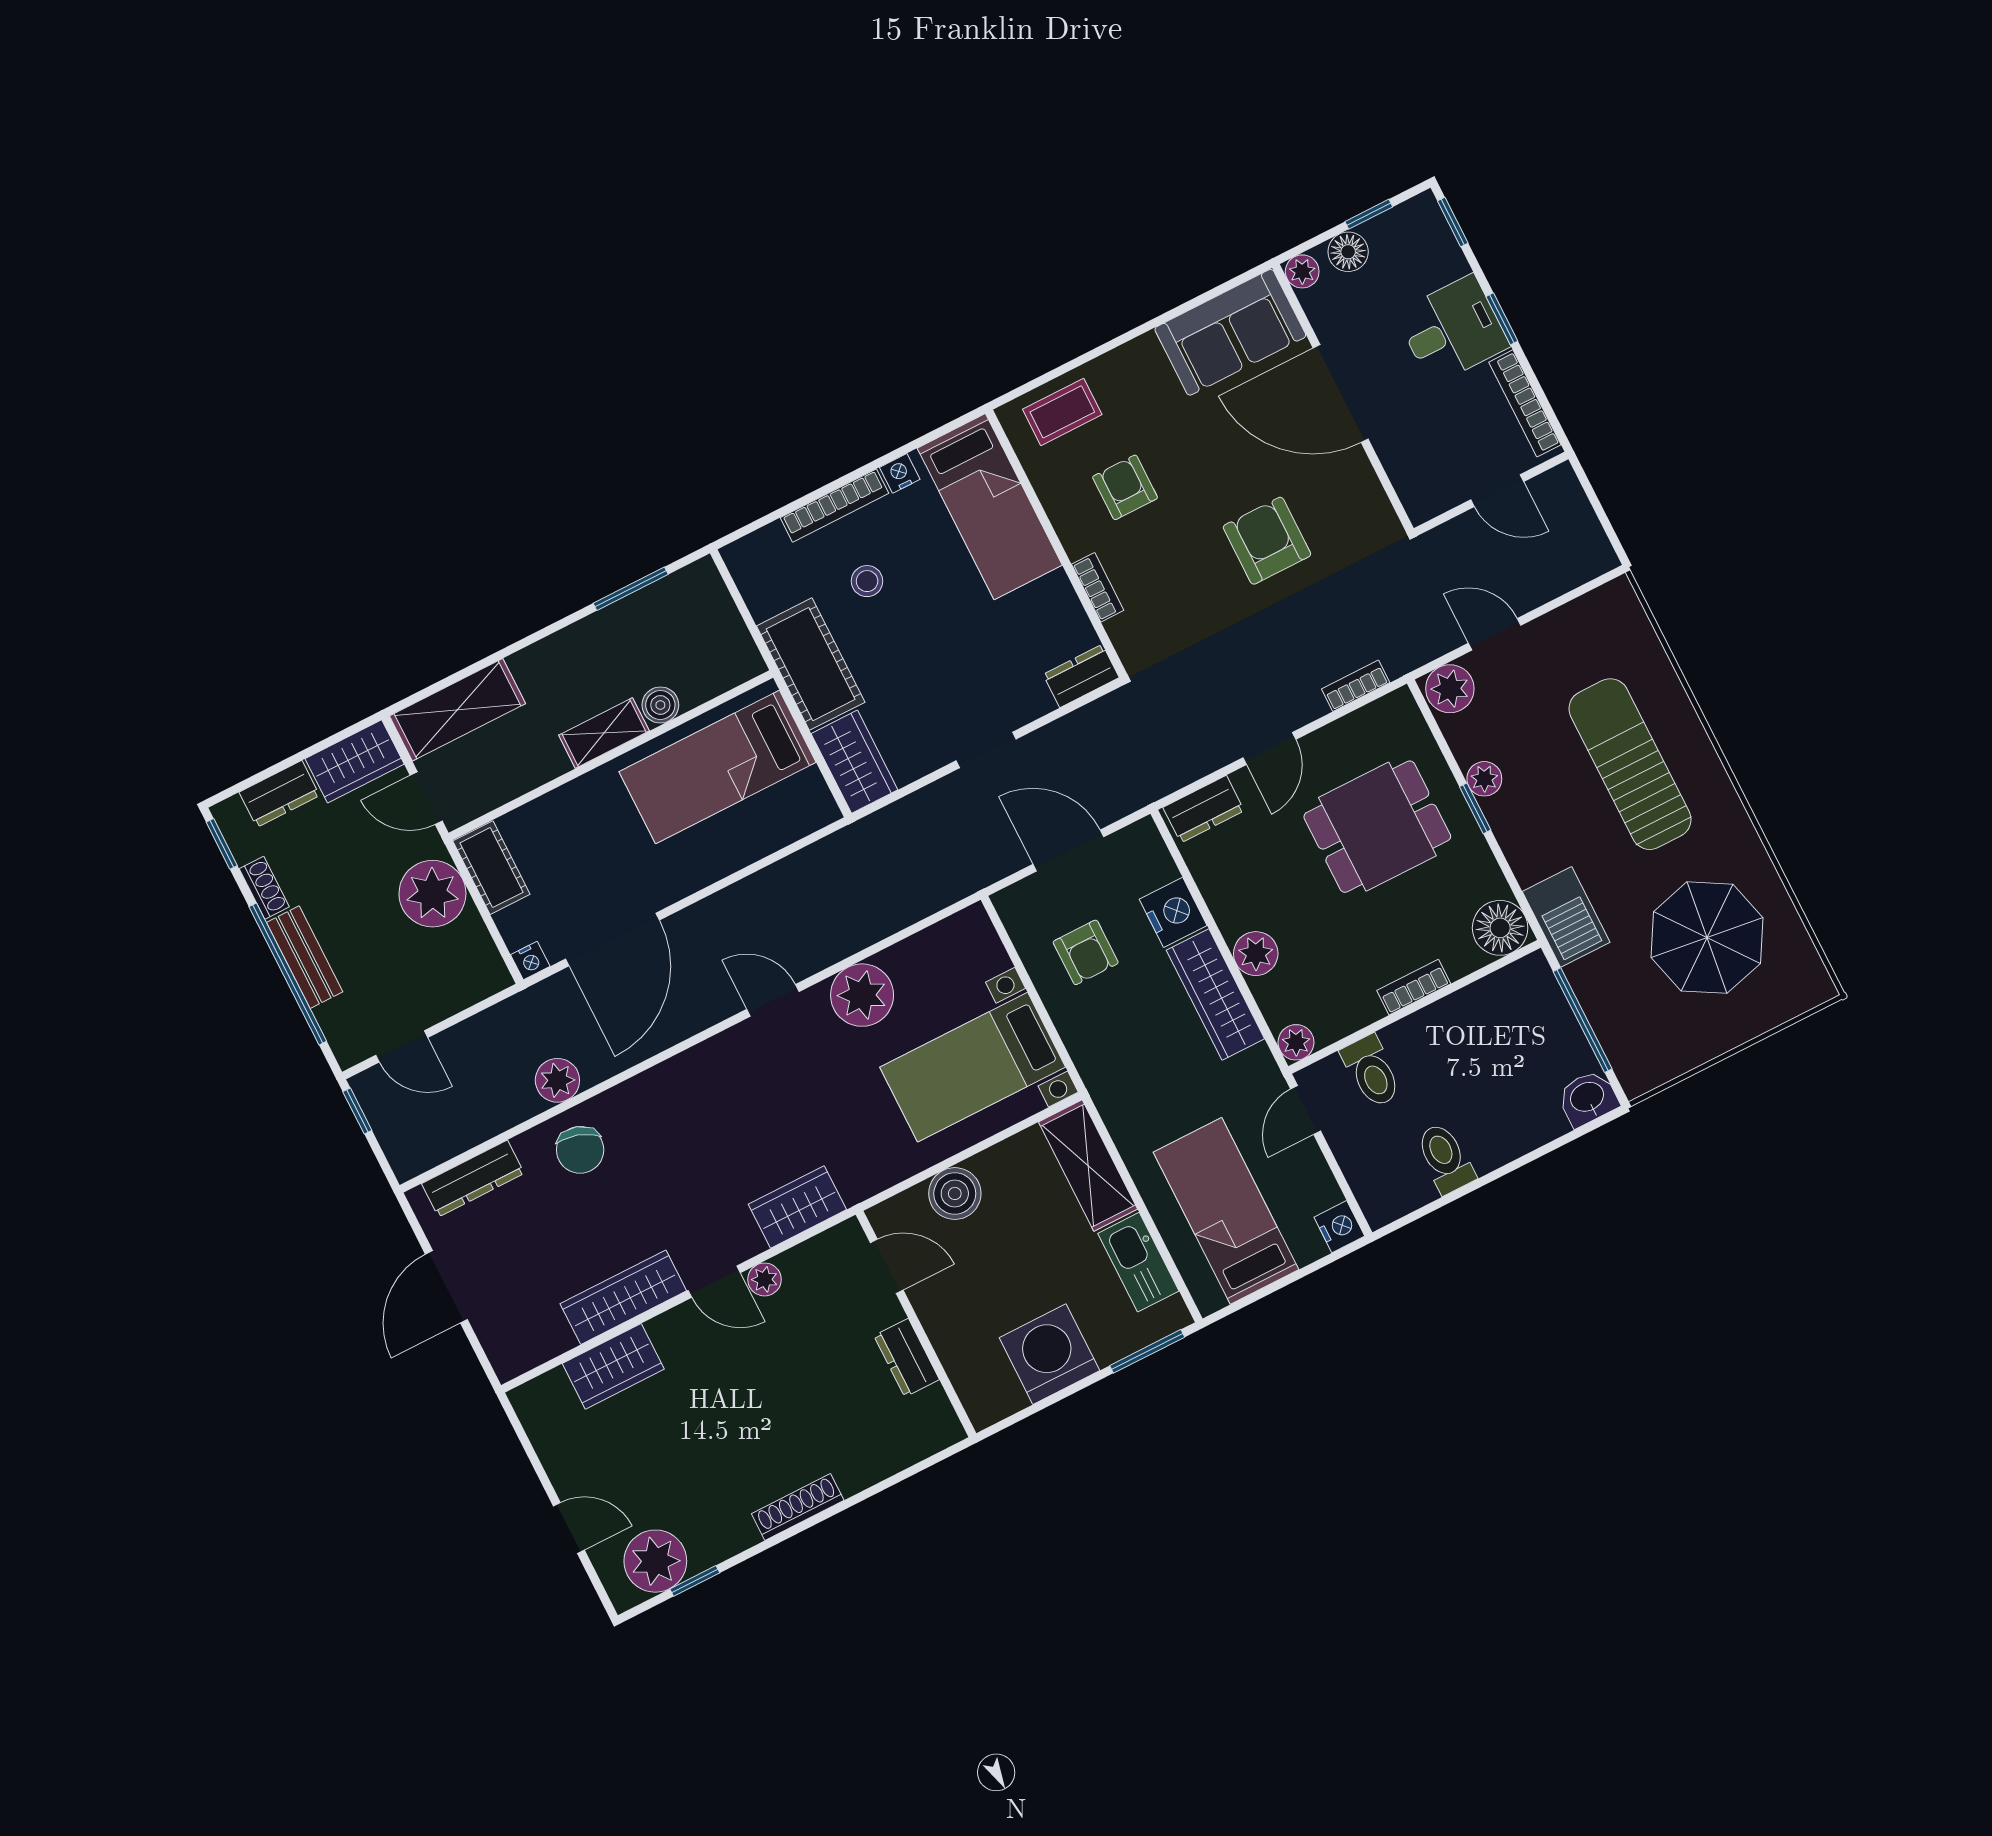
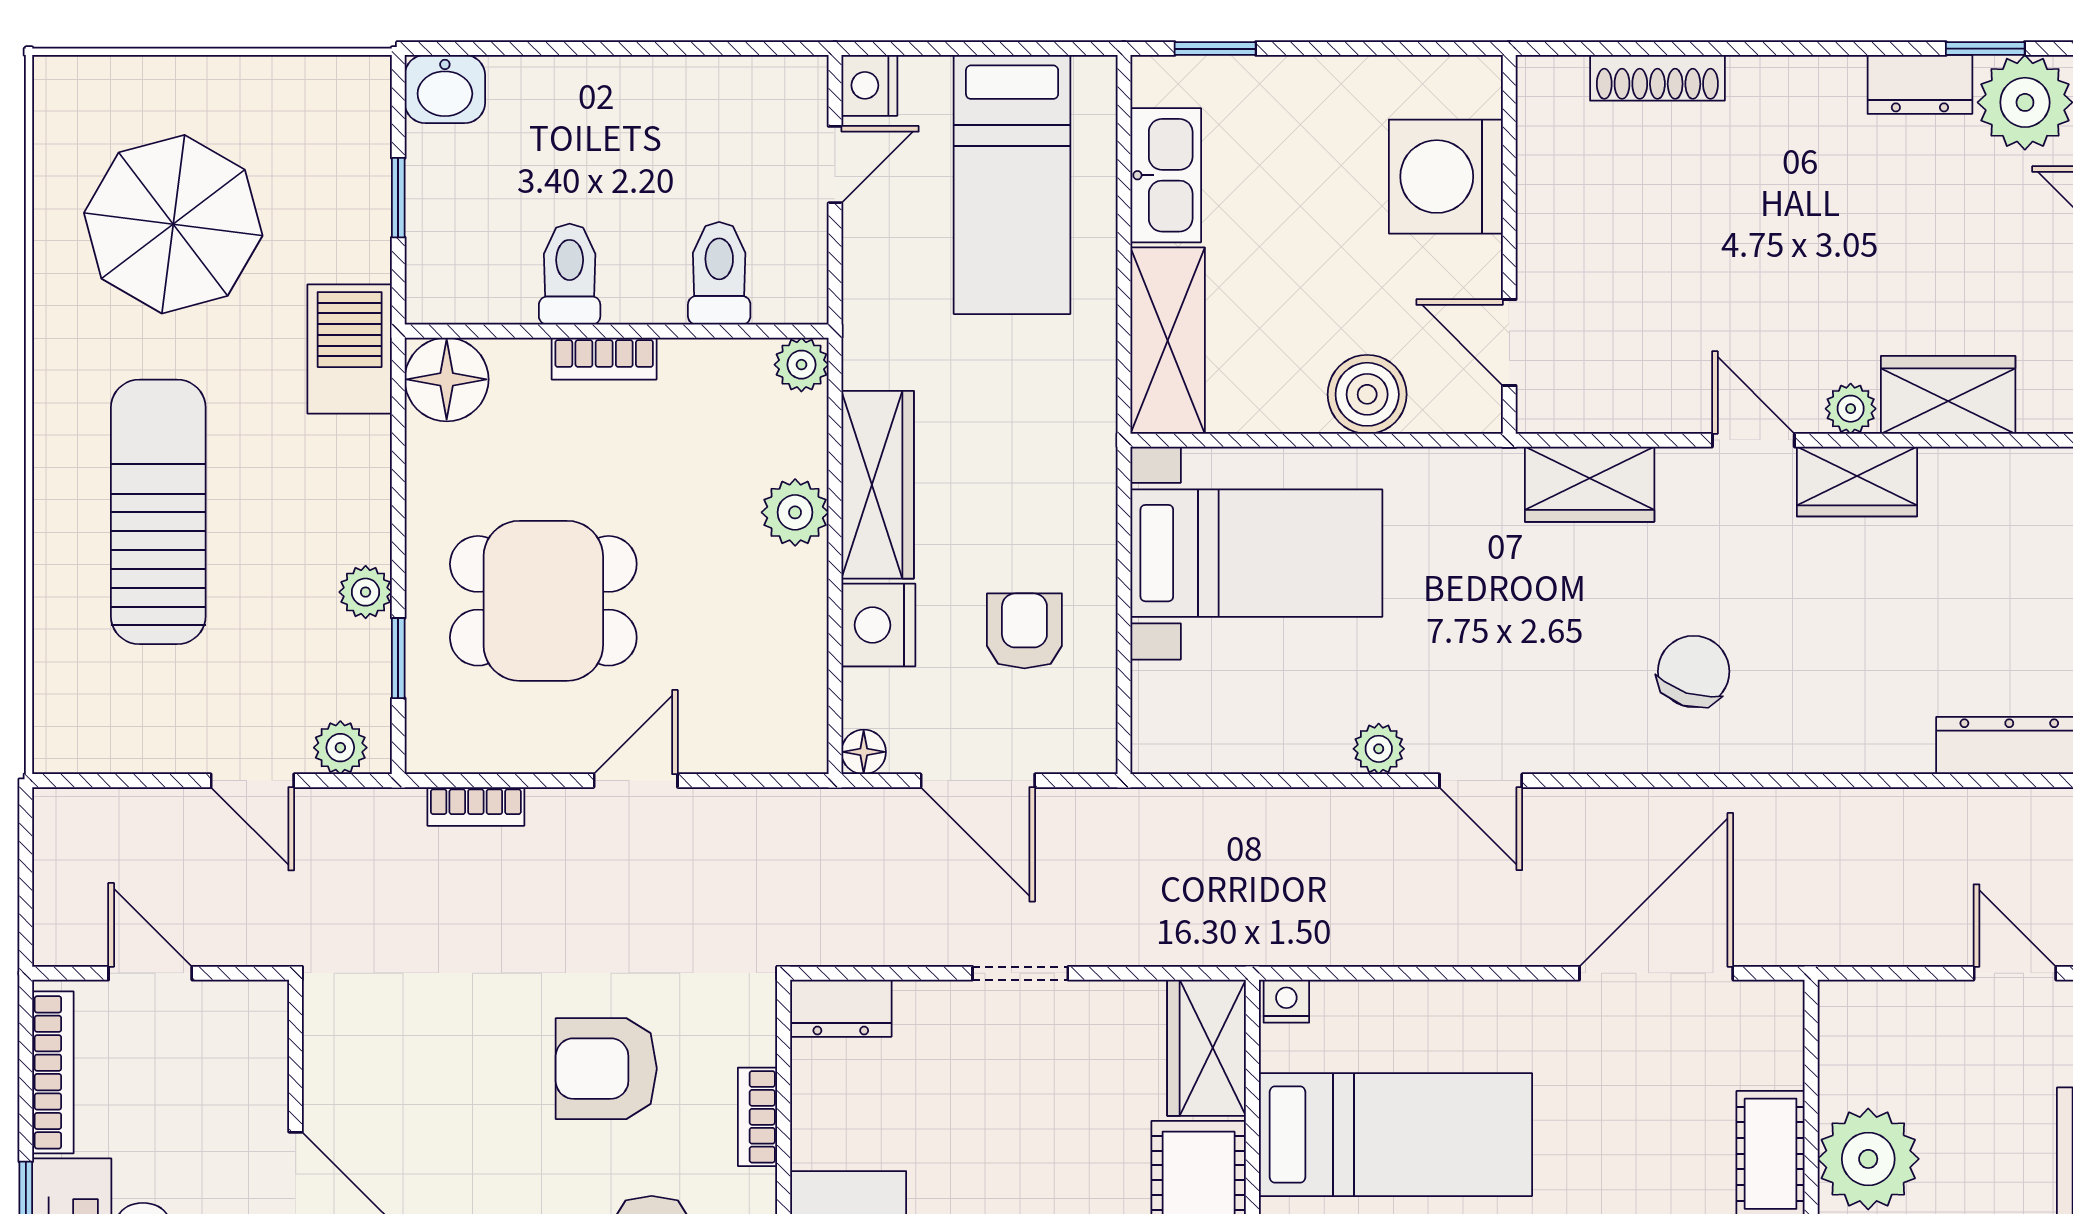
armchair: (1267, 541) -> (606, 1069), moved, turned 90
plant: (1450, 689) -> (340, 748), width x0.73, depth x0.73
sun lounger: (1630, 764) -> (158, 512), turned 180
window: (1475, 808) -> (398, 658), moved
dresser: (1204, 809) -> (766, 744), removed
floor lamp: (1144, 833) -> (864, 752), added
nightstand: (530, 961) -> (1286, 1001), moved
plant: (862, 995) -> (1379, 749), width x0.53, depth x0.53
window: (1583, 1020) -> (398, 198), width x0.46
plant: (557, 1080) -> (1827, 820), removed
door: (1306, 1110) -> (835, 165), moved
chair: (580, 1150) -> (1694, 671), moved
toilet: (1445, 1158) -> (570, 274), moved, turned 180
plant: (764, 1279) -> (1851, 409), moved
wardrobe: (623, 1297) -> (1857, 482), width x0.67
window: (1147, 1351) -> (1215, 49), width x0.67
washing machine: (1049, 1354) -> (1446, 177), moved, turned 90
dresser: (907, 1358) -> (1920, 84), moved, turned 90
shoe rack: (798, 1507) -> (1657, 78), moved

